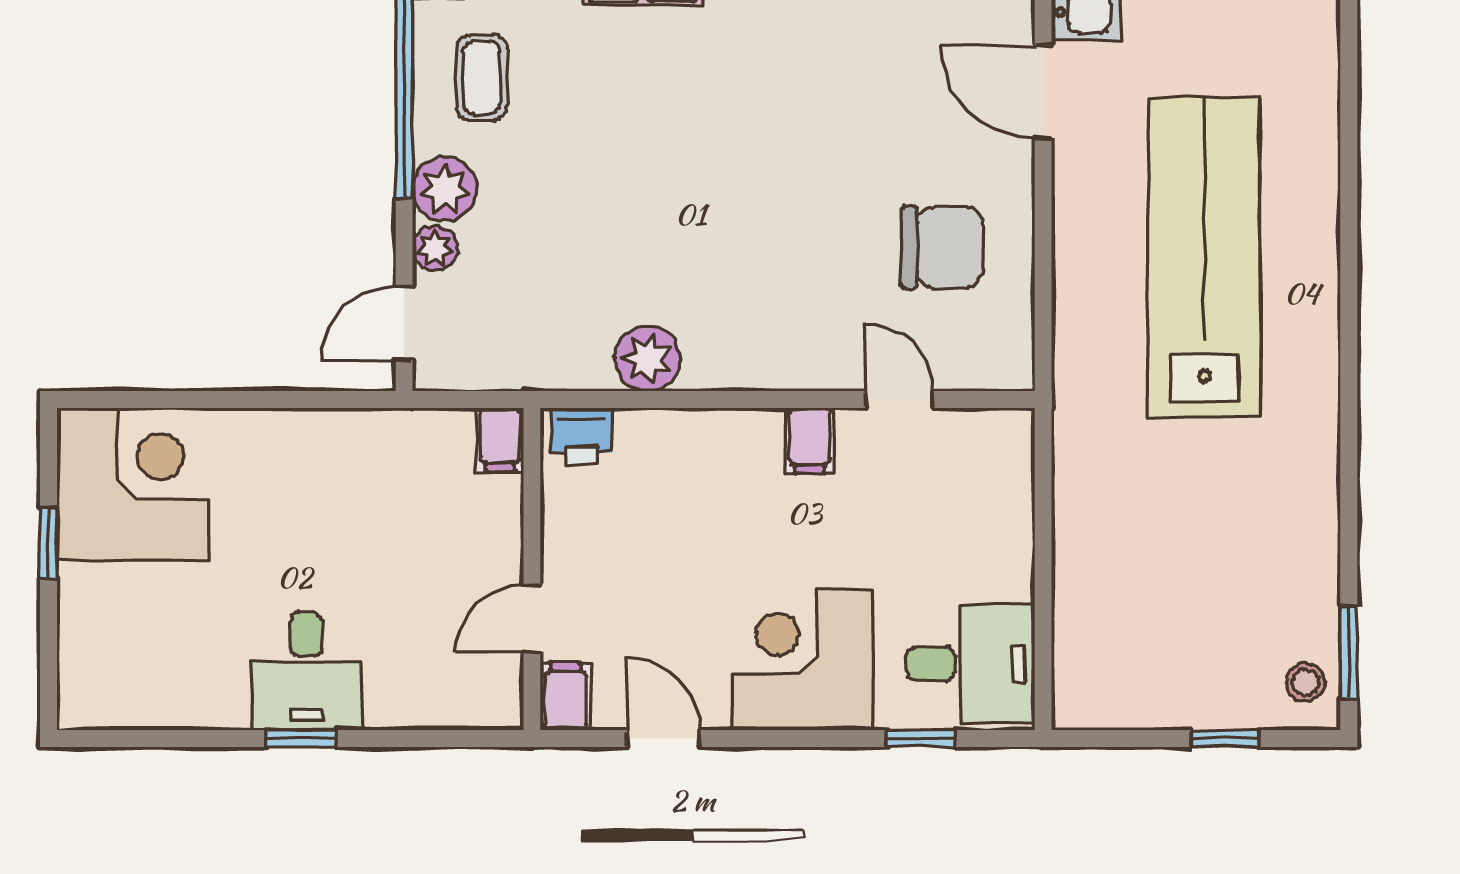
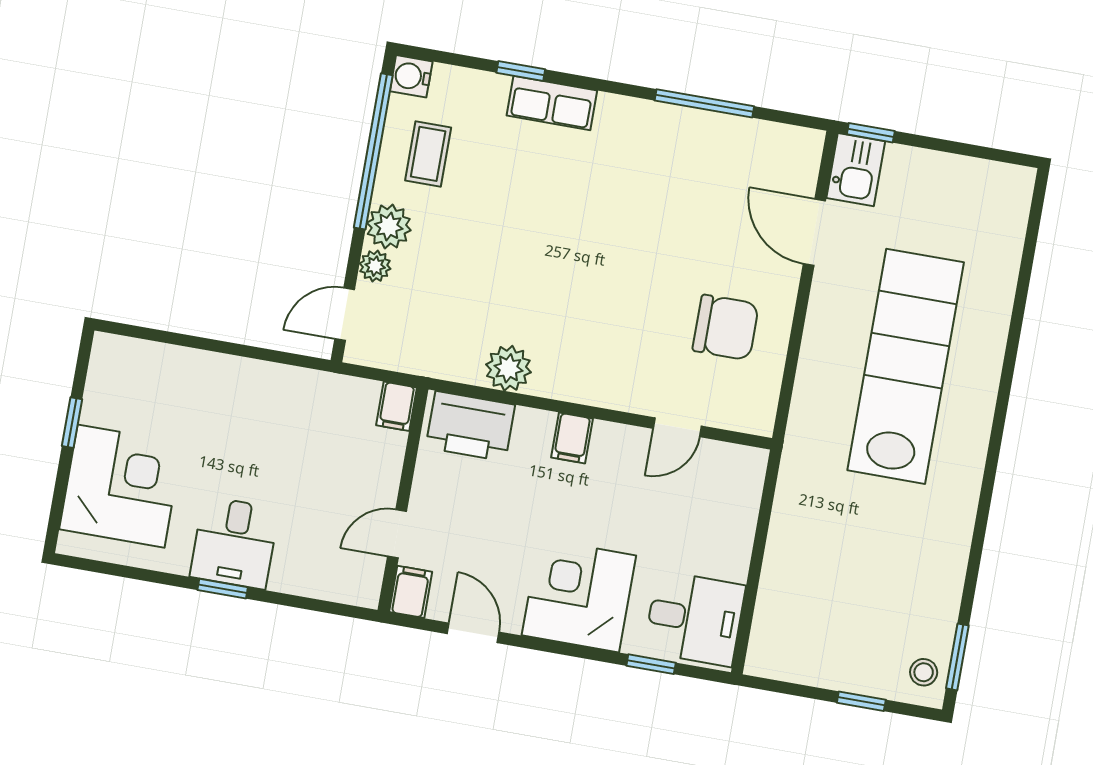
door: (899, 399) -> (677, 427), swing flipped
printer: (581, 436) -> (470, 426), width x1.87, depth x1.48
filing cabinet: (810, 441) -> (572, 438), moved
corner desk: (133, 484) -> (121, 486), moved

